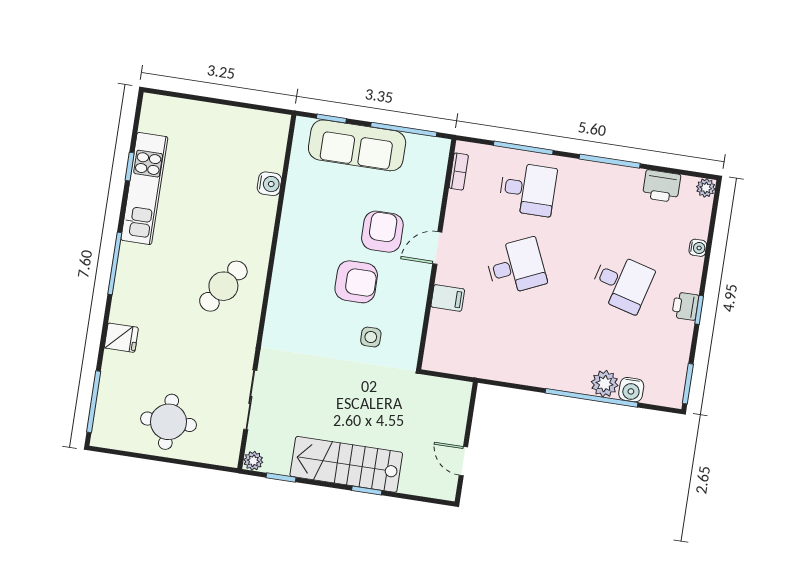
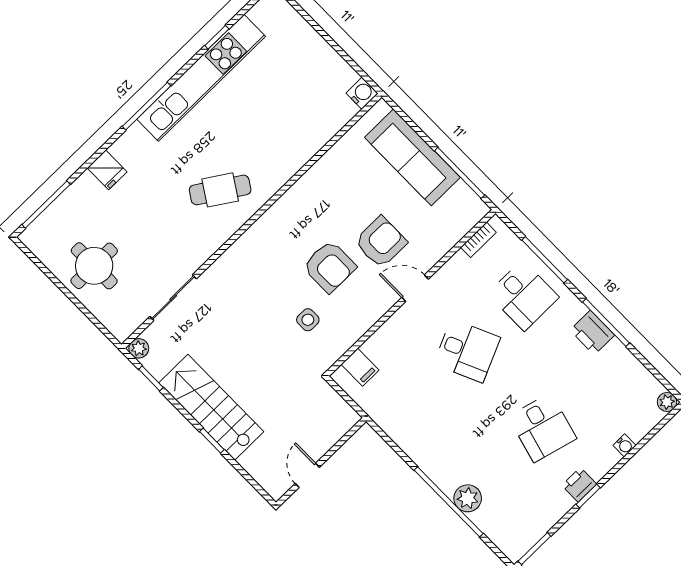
window: (331, 119) -> (408, 120), removed
water cooler: (269, 184) -> (362, 93), moved, turned -90
printer: (662, 186) -> (592, 333), moved
kitchen unit: (144, 188) -> (201, 78), width x1.36
filing cabinet: (448, 298) -> (360, 367), moved
water cooler: (631, 390) -> (485, 519), removed

